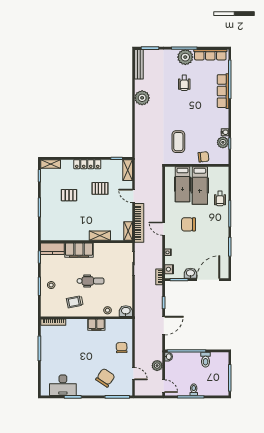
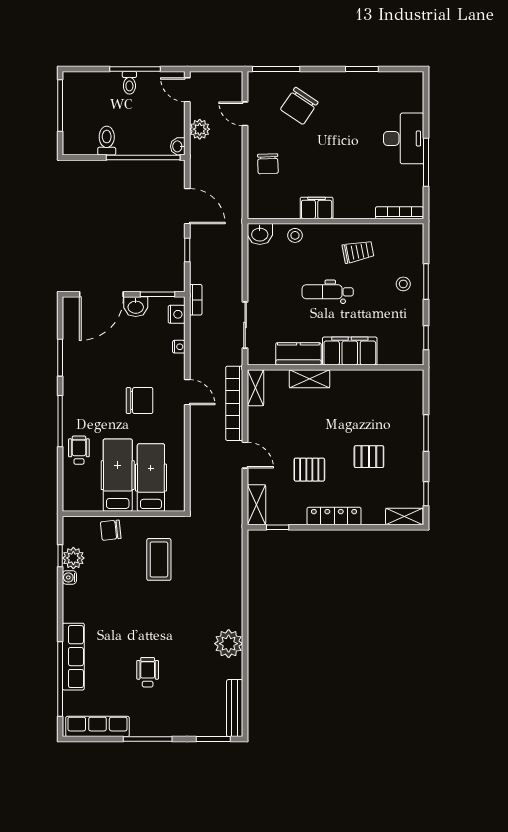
plant: (185, 57) -> (146, 722), removed
kitchen counter: (52, 249) -> (298, 354), moved
door: (164, 326) -> (187, 206), swing flipped
desk: (63, 385) -> (404, 138), moved, turned 90

